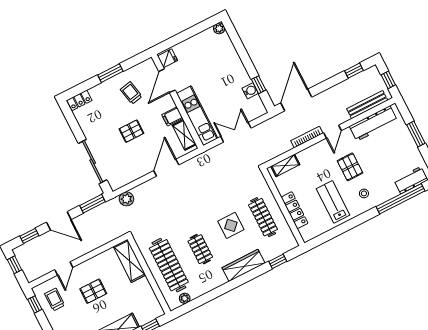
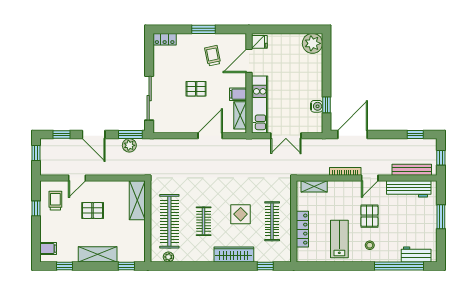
plant: (219, 28) -> (313, 43), width x1.87, depth x1.87
double door: (236, 132) -> (286, 136), swing flipped
plant: (126, 199) -> (129, 145), moved
window: (35, 304) -> (36, 208), moved

